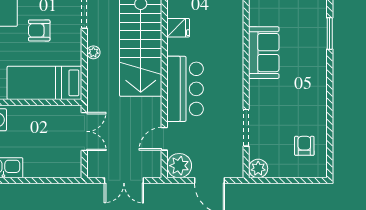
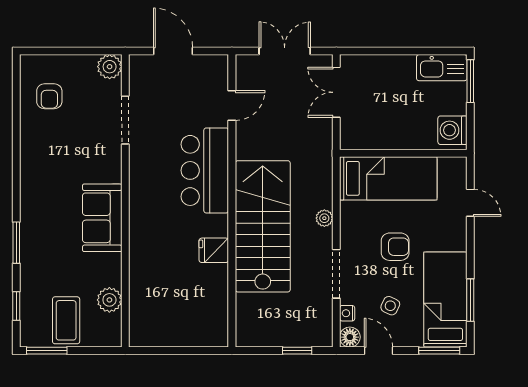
double door: (84, 131) -> (336, 92), moved
plant: (179, 166) -> (213, 70), removed

